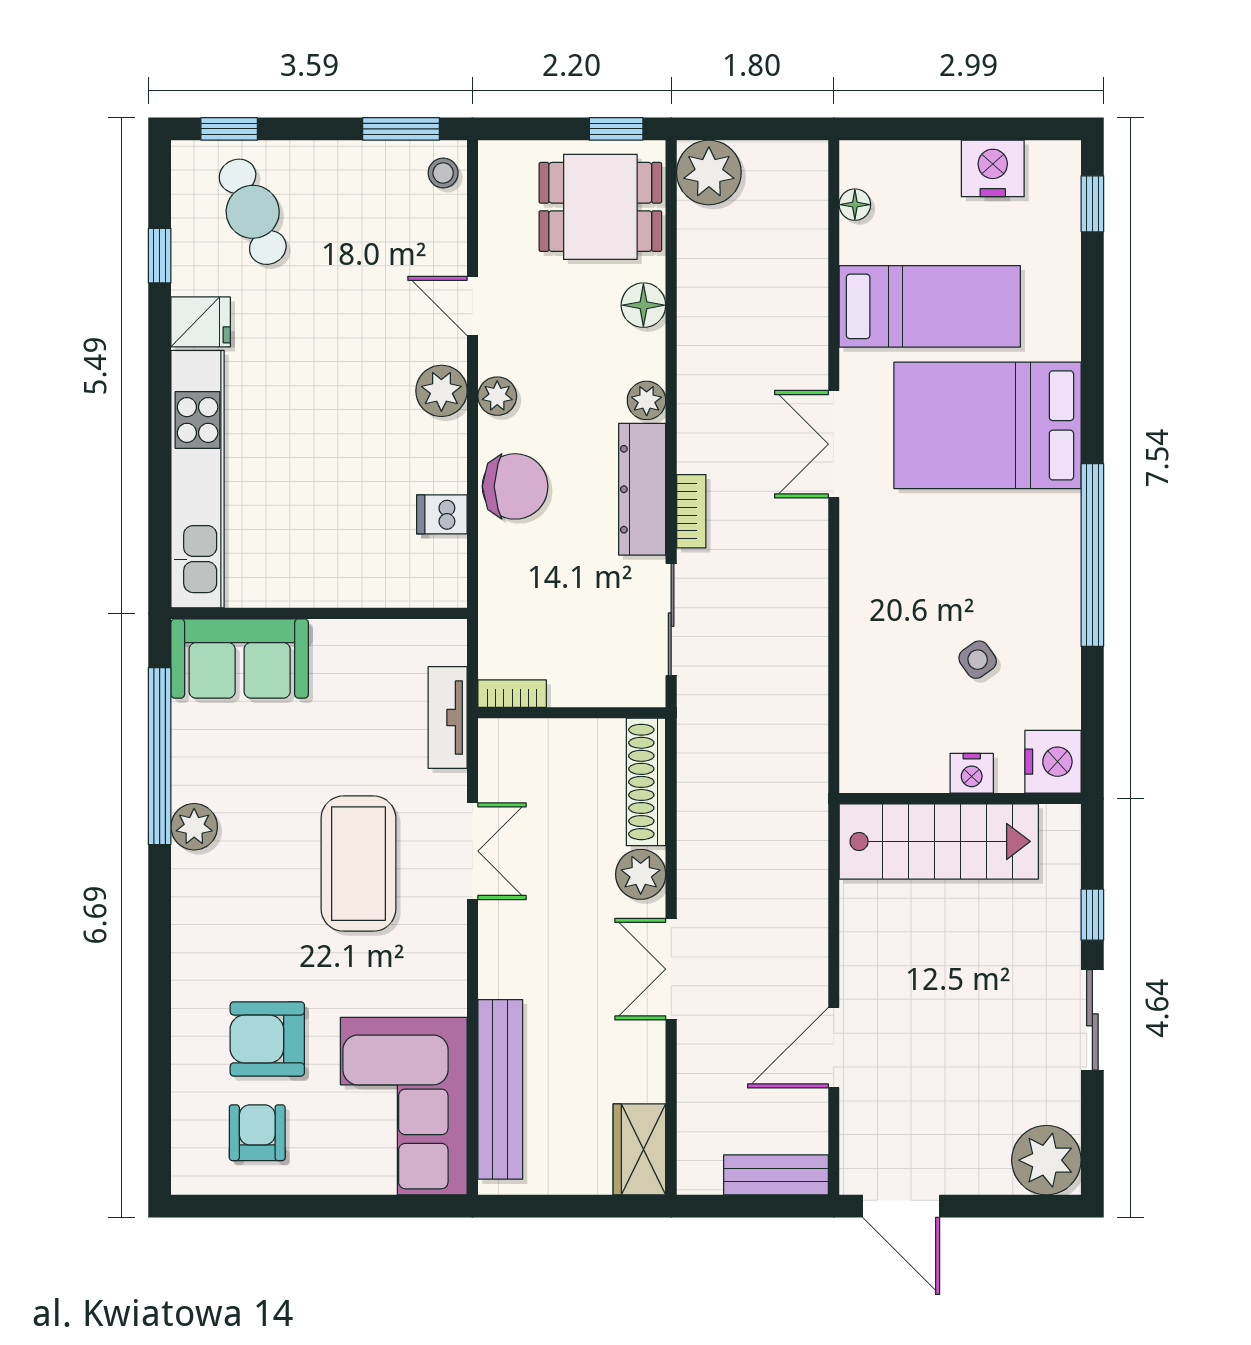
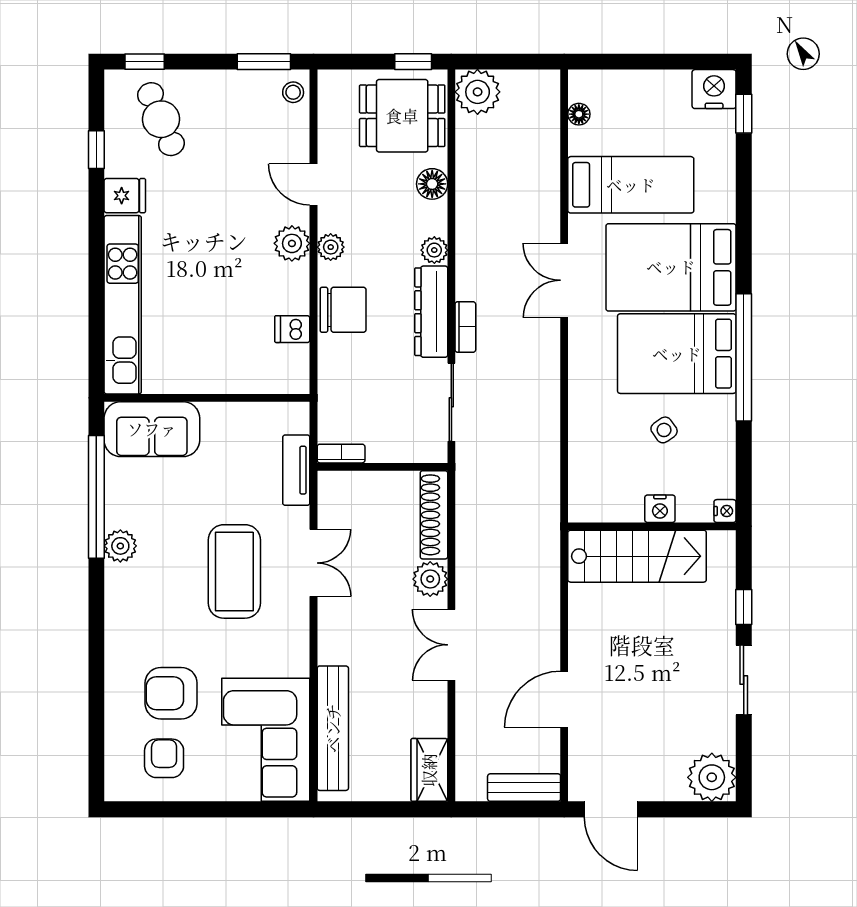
nightstand: (993, 168) -> (714, 89), moved
bed: (996, 550) -> (677, 354), added
nightstand: (1053, 762) -> (725, 511), width x0.53, depth x0.56

